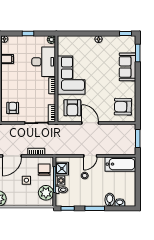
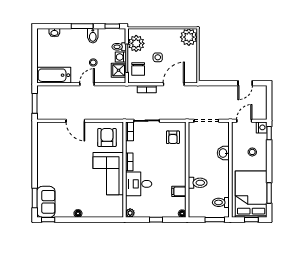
desk: (44, 62) -> (139, 184), width x0.73
sofa: (127, 67) -> (46, 202), moved
armchair: (123, 107) -> (51, 139), removed
door: (90, 123) -> (75, 121), moved
bidet: (110, 200) -> (93, 36), moved

